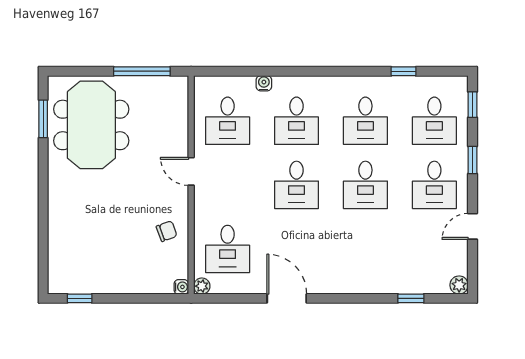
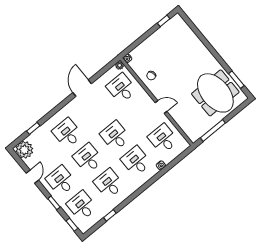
desk: (365, 249) -> (67, 133), added
plant: (459, 285) -> (24, 150), width x1.87, depth x1.87
door: (287, 298) -> (82, 88), swing flipped

